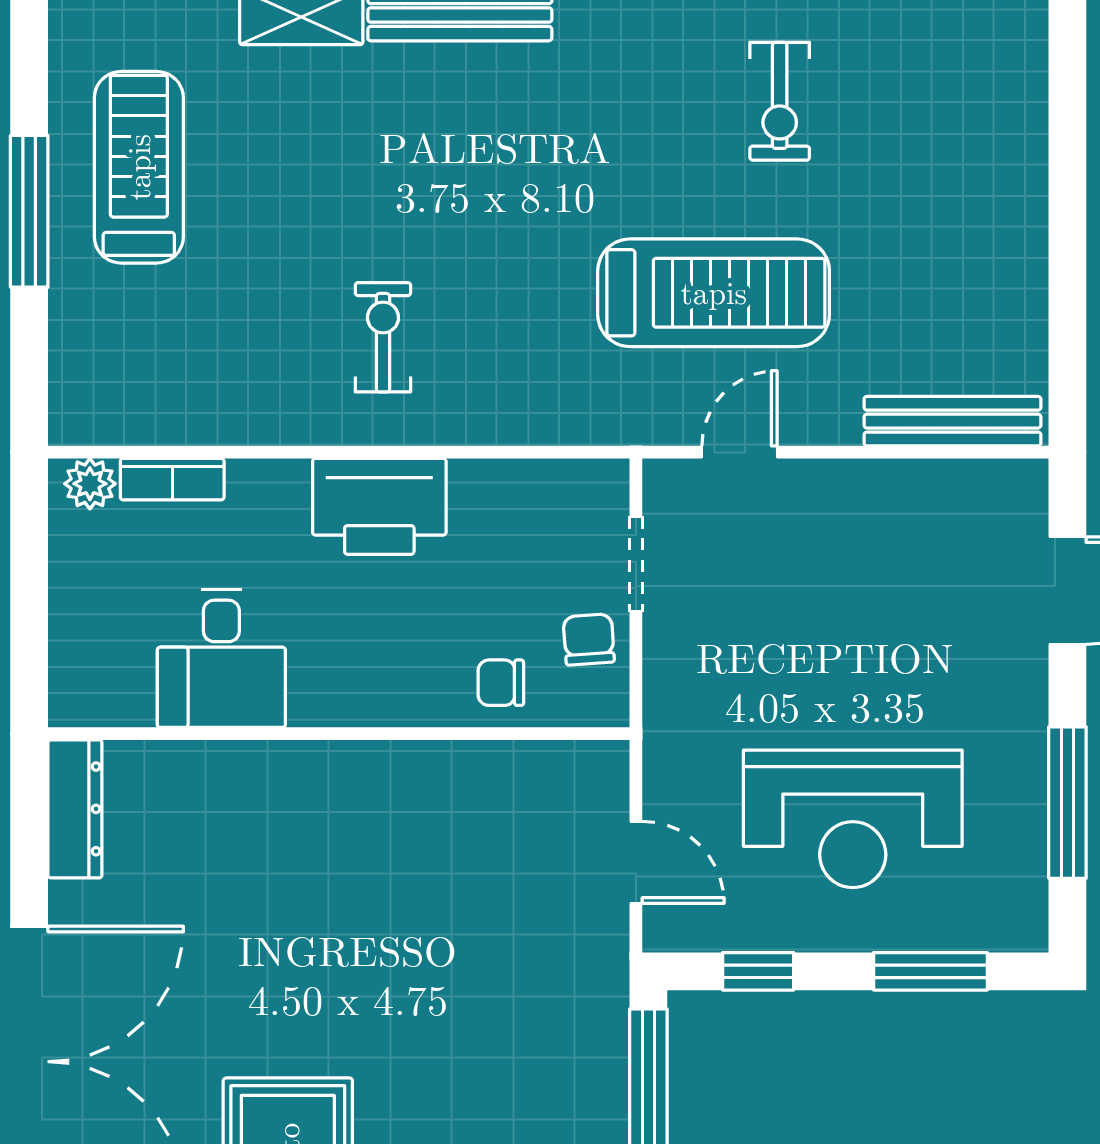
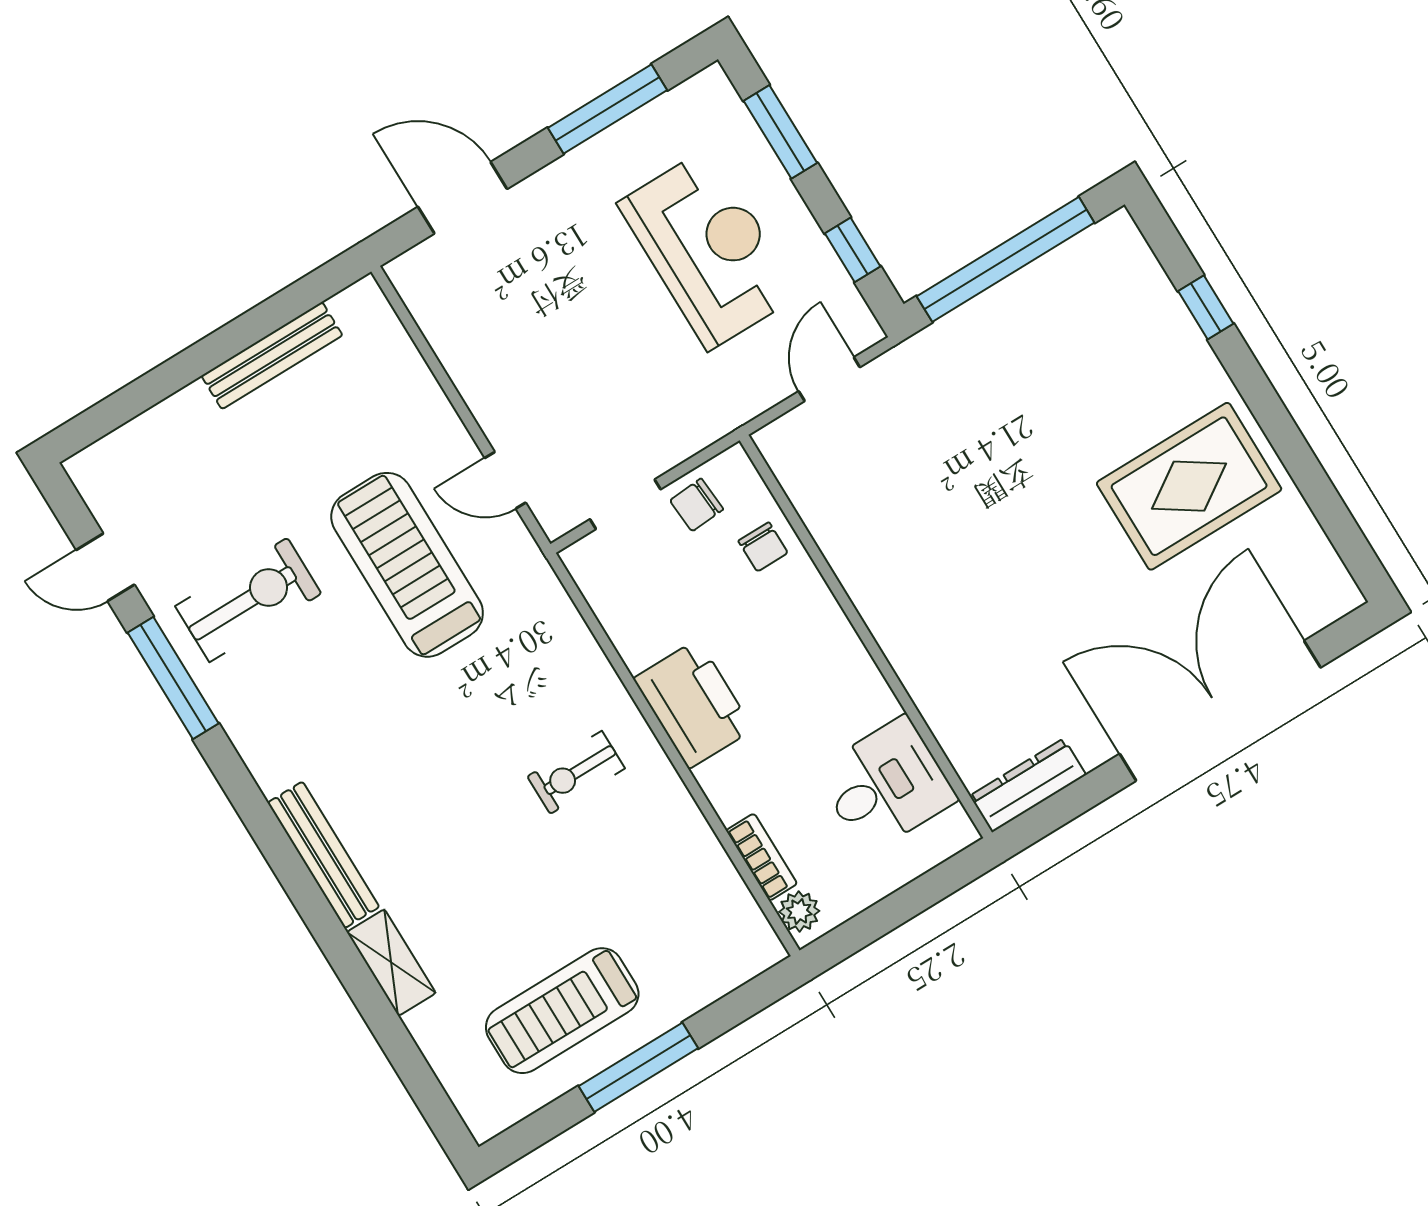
exercise bike: (780, 101) -> (248, 600), width x1.38, depth x1.39
bench: (952, 421) -> (272, 356), moved, turned 90
desk: (221, 658) -> (886, 785), moved

